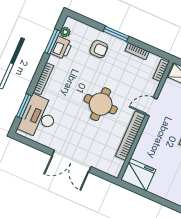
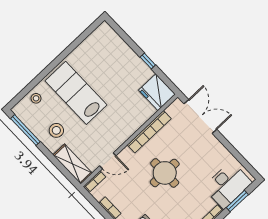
door: (151, 107) -> (108, 161), moved
double door: (72, 161) -> (200, 117), moved
window: (158, 200) -> (148, 61), added

